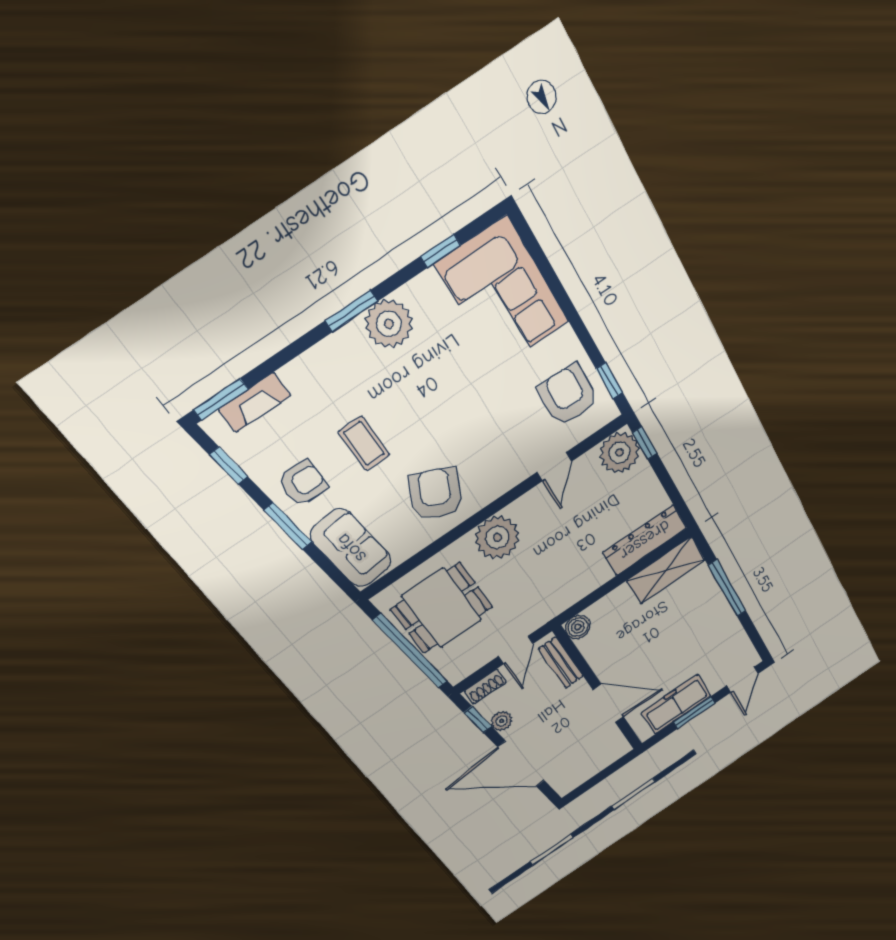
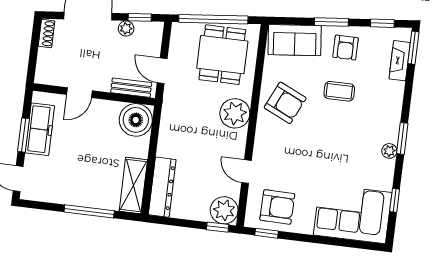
plant: (389, 324) -> (389, 151), width x0.53, depth x0.53
boiler: (578, 627) -> (136, 120), width x1.86, depth x1.86
shoe rack: (485, 686) -> (46, 34), moved, turned 180
door: (608, 703) -> (79, 93), width x0.73

